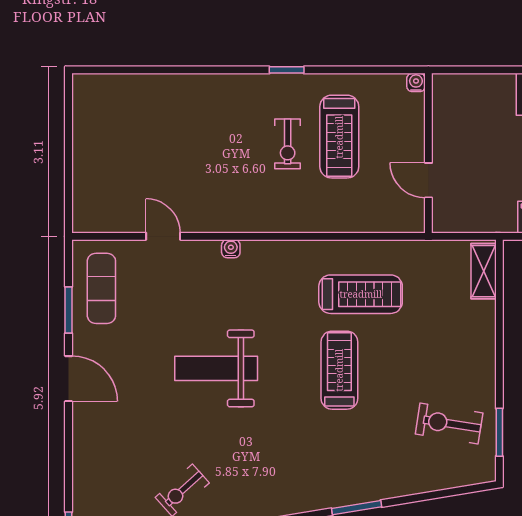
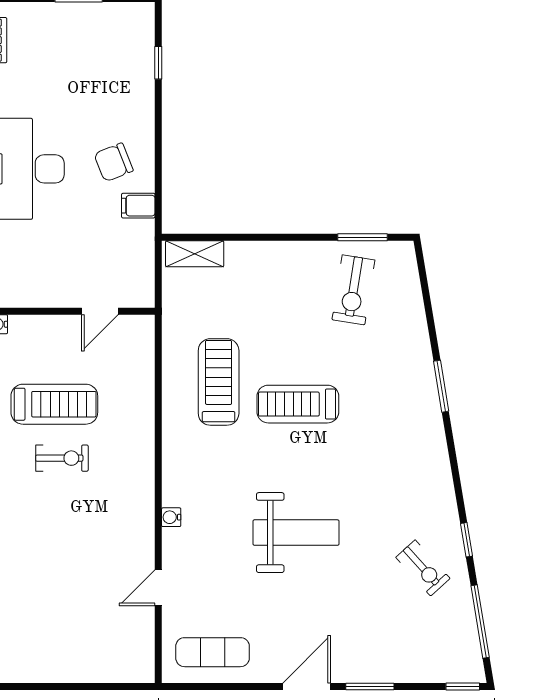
window: (69, 310) -> (370, 686), moved
weight bench: (216, 368) -> (296, 533), turned -90

